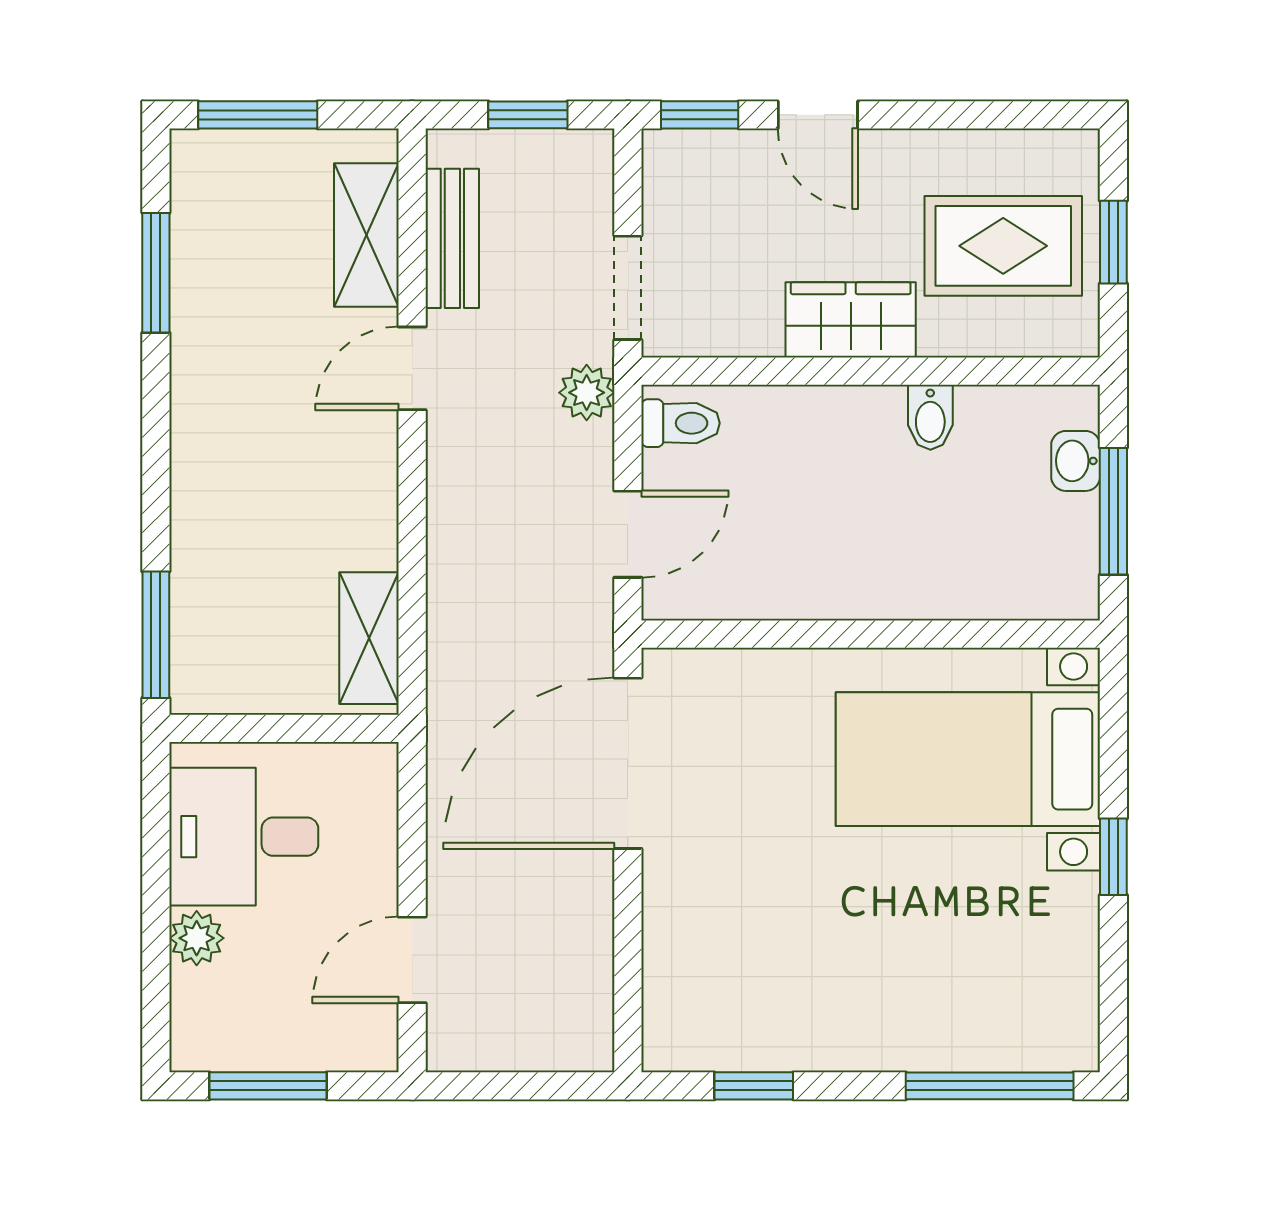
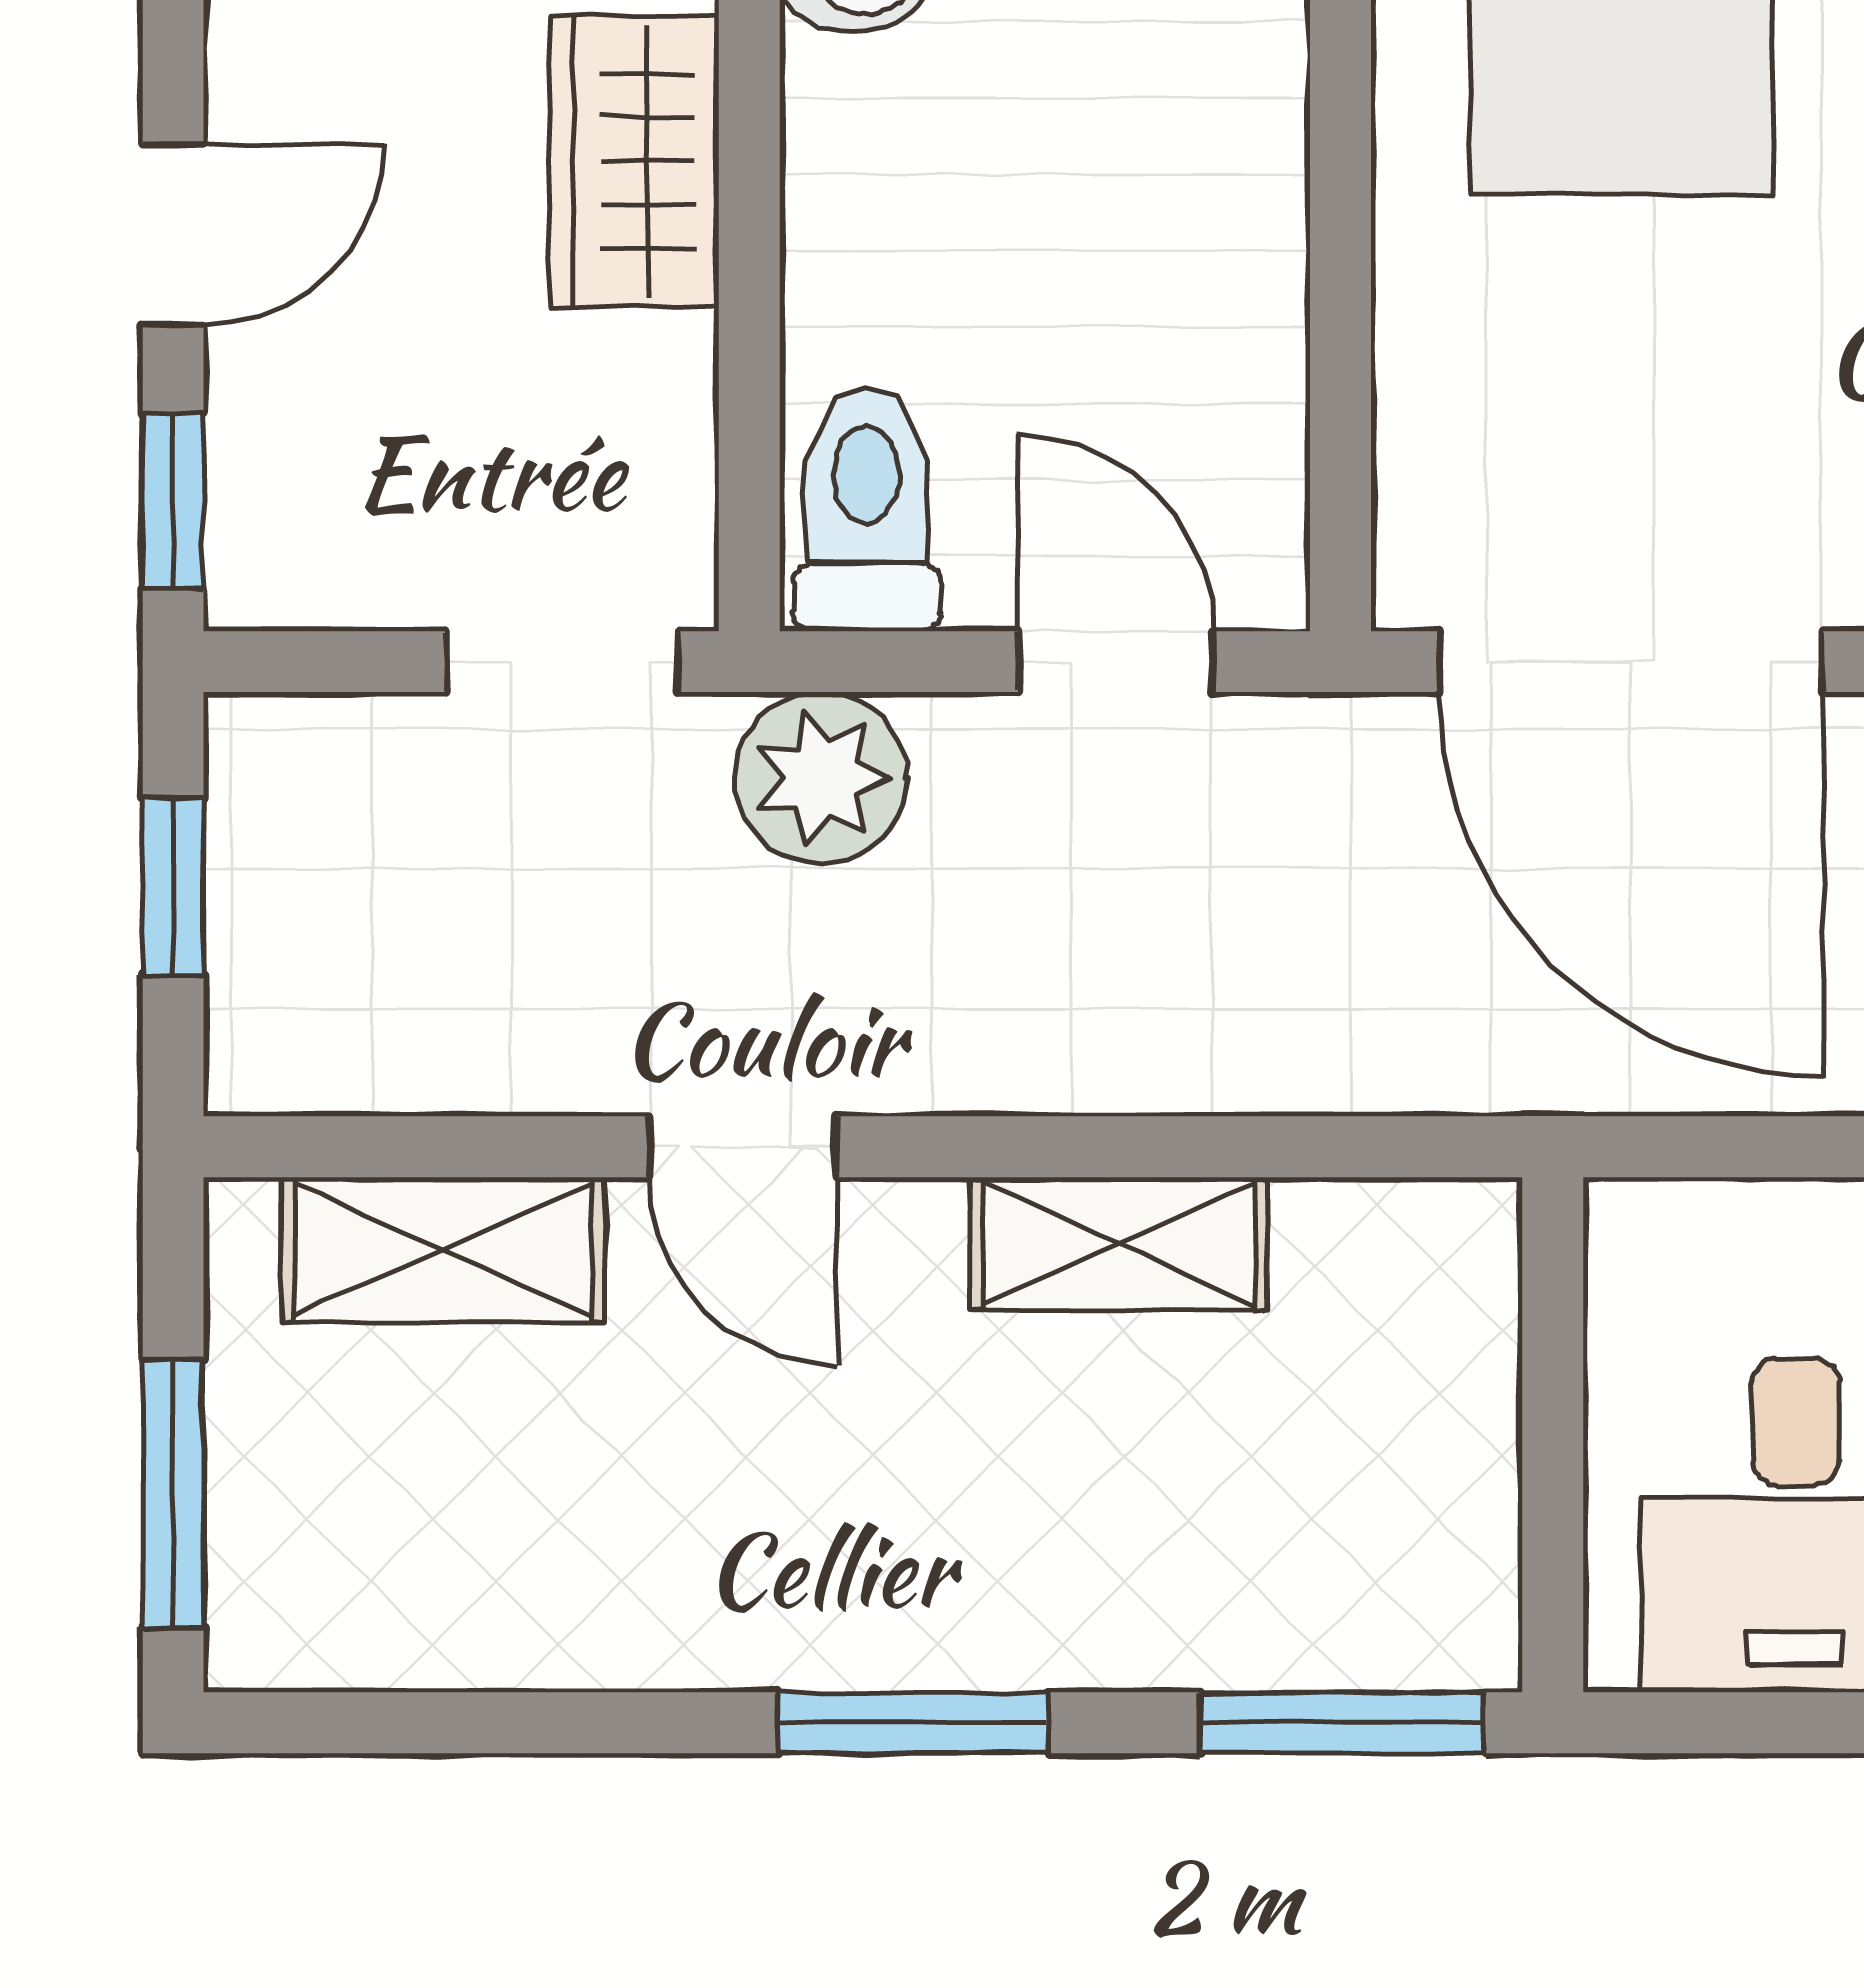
bench: (452, 238) -> (451, 1056), removed
window: (156, 273) -> (913, 1723), moved
plant: (587, 393) -> (821, 778), width x1.38, depth x1.38
toilet: (681, 423) -> (866, 509), width x1.37, depth x1.39
shelving: (369, 638) -> (1120, 1244), moved

